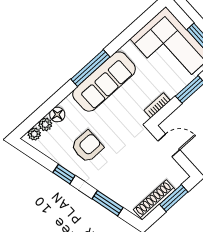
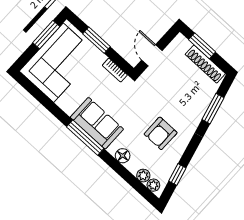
sofa: (104, 82) -> (97, 123), width x0.73
floor lamp: (57, 115) -> (123, 156), moved
armchair: (87, 147) -> (161, 133), turned -90
window: (64, 174) -> (177, 175), moved

